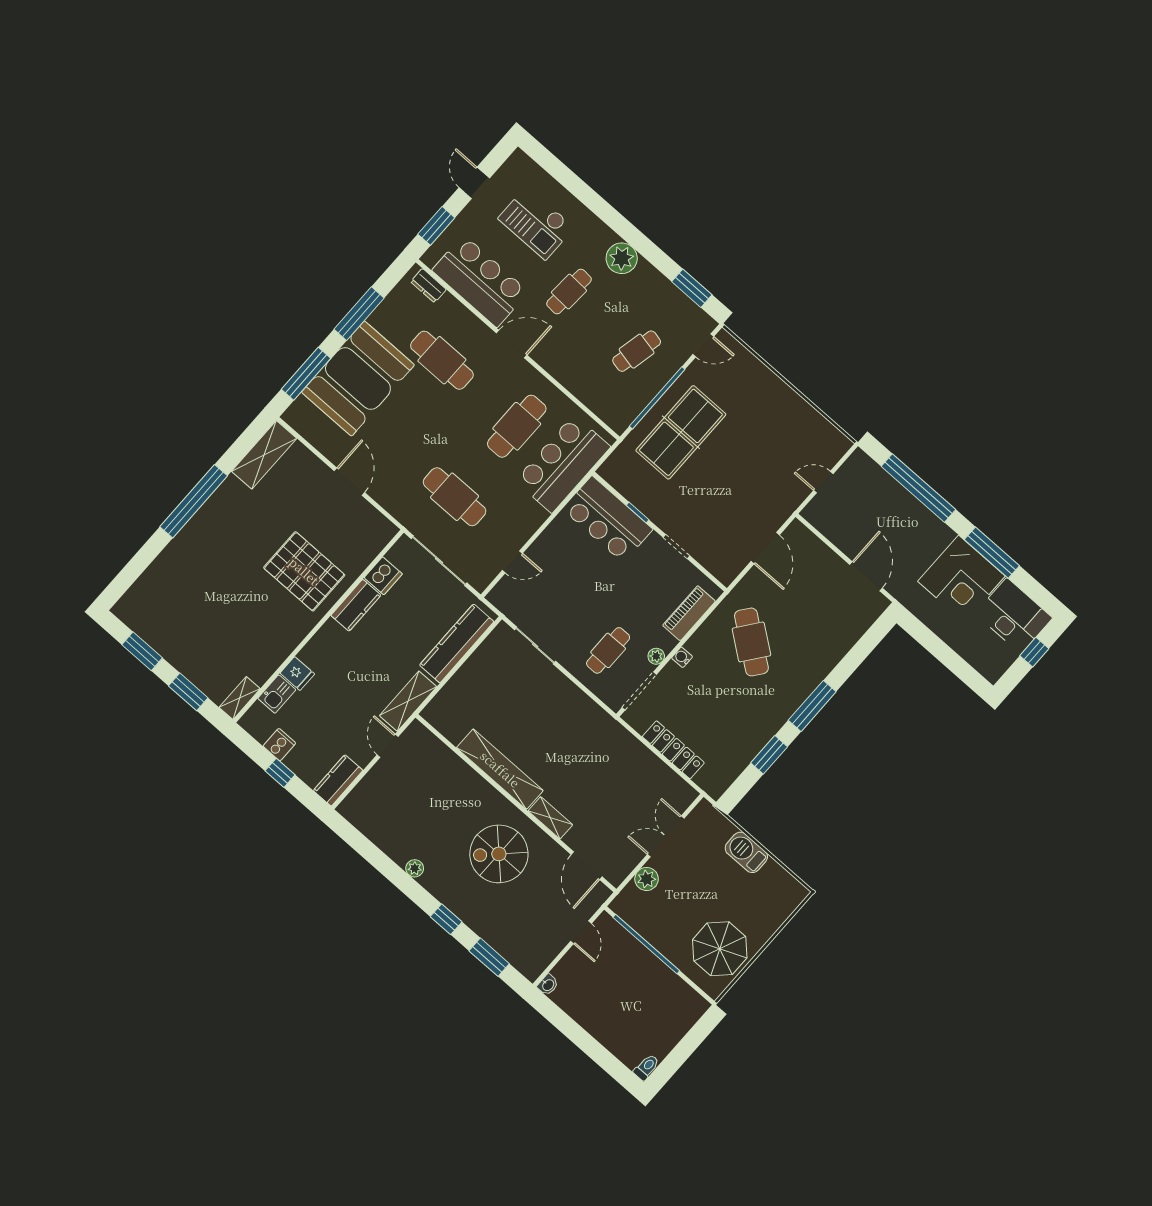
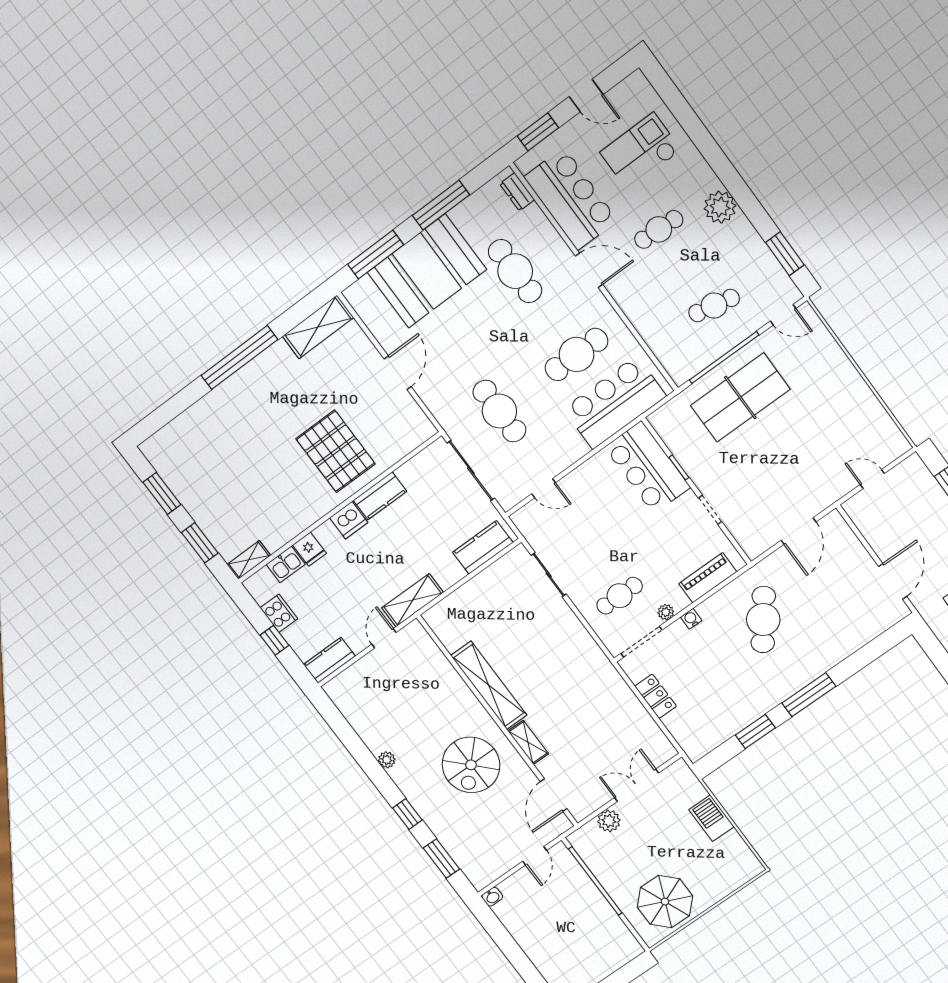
door: (474, 183) -> (586, 95), swing flipped
checkout: (536, 223) -> (641, 151), turned 90
dishwasher: (383, 576) -> (349, 520), moved
kitchen counter: (457, 643) -> (483, 547), width x0.67
cooker: (279, 745) -> (279, 613), width x1.36
locker: (673, 750) -> (656, 696), width x0.66
spiral stairs: (499, 854) -> (471, 765), turned -90

